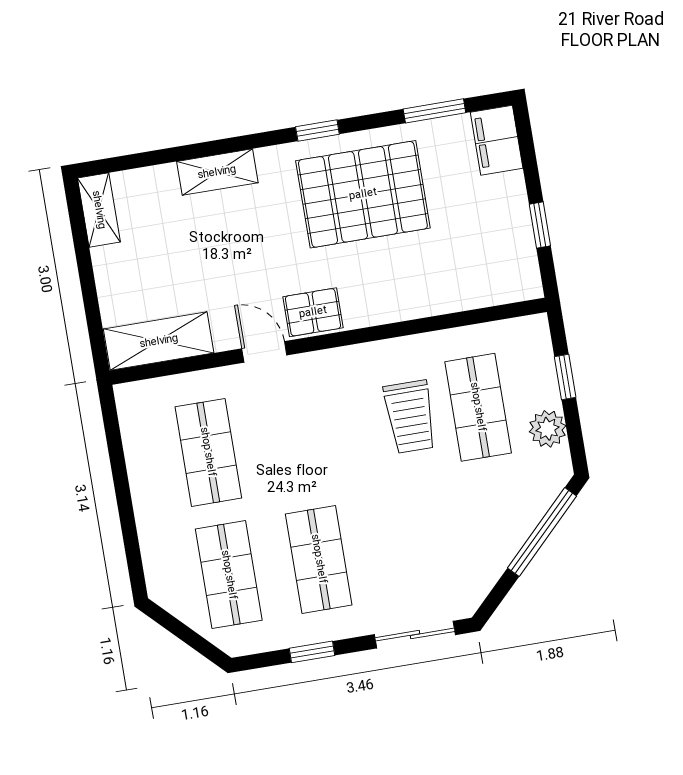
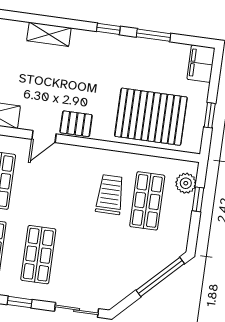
window: (434, 111) -> (153, 35), moved
pallet: (363, 194) -> (151, 117), moved
door: (264, 352) -> (44, 137), swing flipped
trolley: (410, 417) -> (110, 195), turned 180
plant: (548, 429) -> (186, 183), moved

